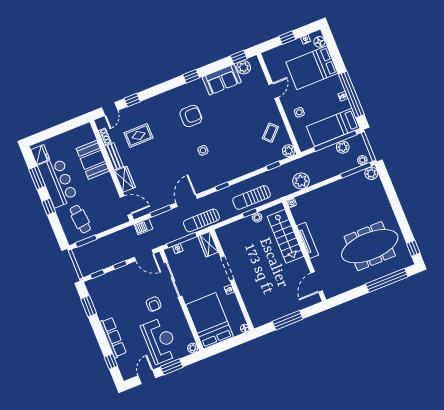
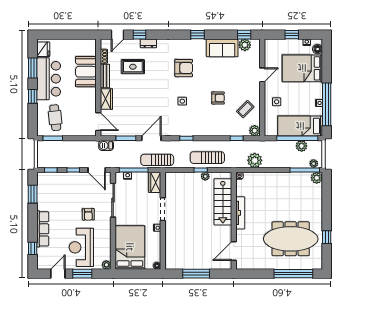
dresser: (145, 105) -> (148, 43), added
armchair: (238, 132) -> (218, 98), added
window: (413, 248) -> (327, 237), moved
reception desk: (160, 341) -> (81, 247), turned 180

